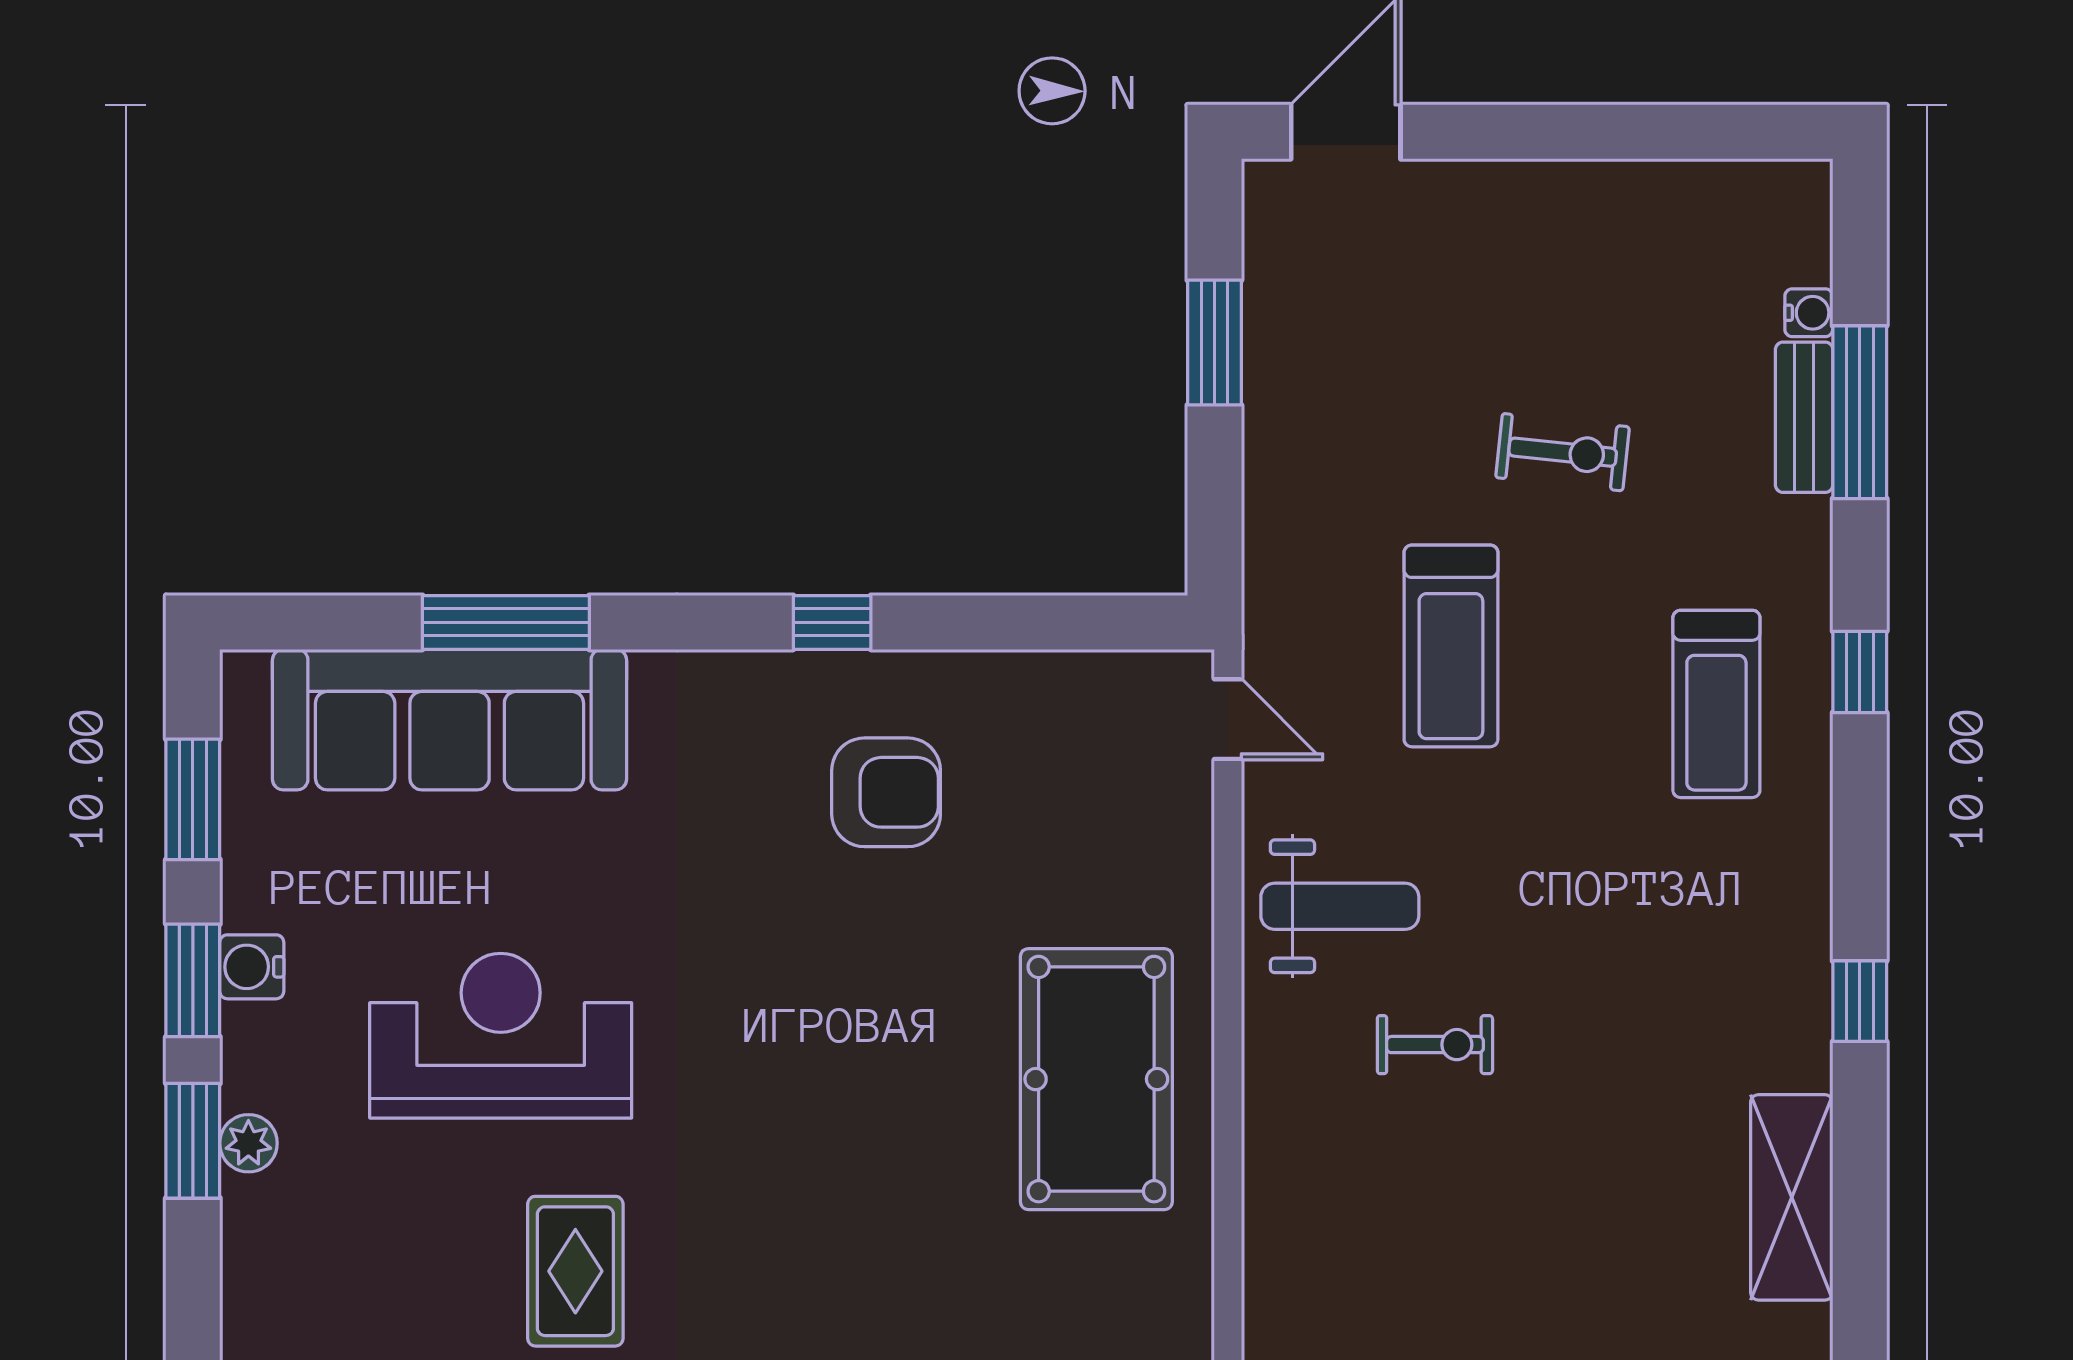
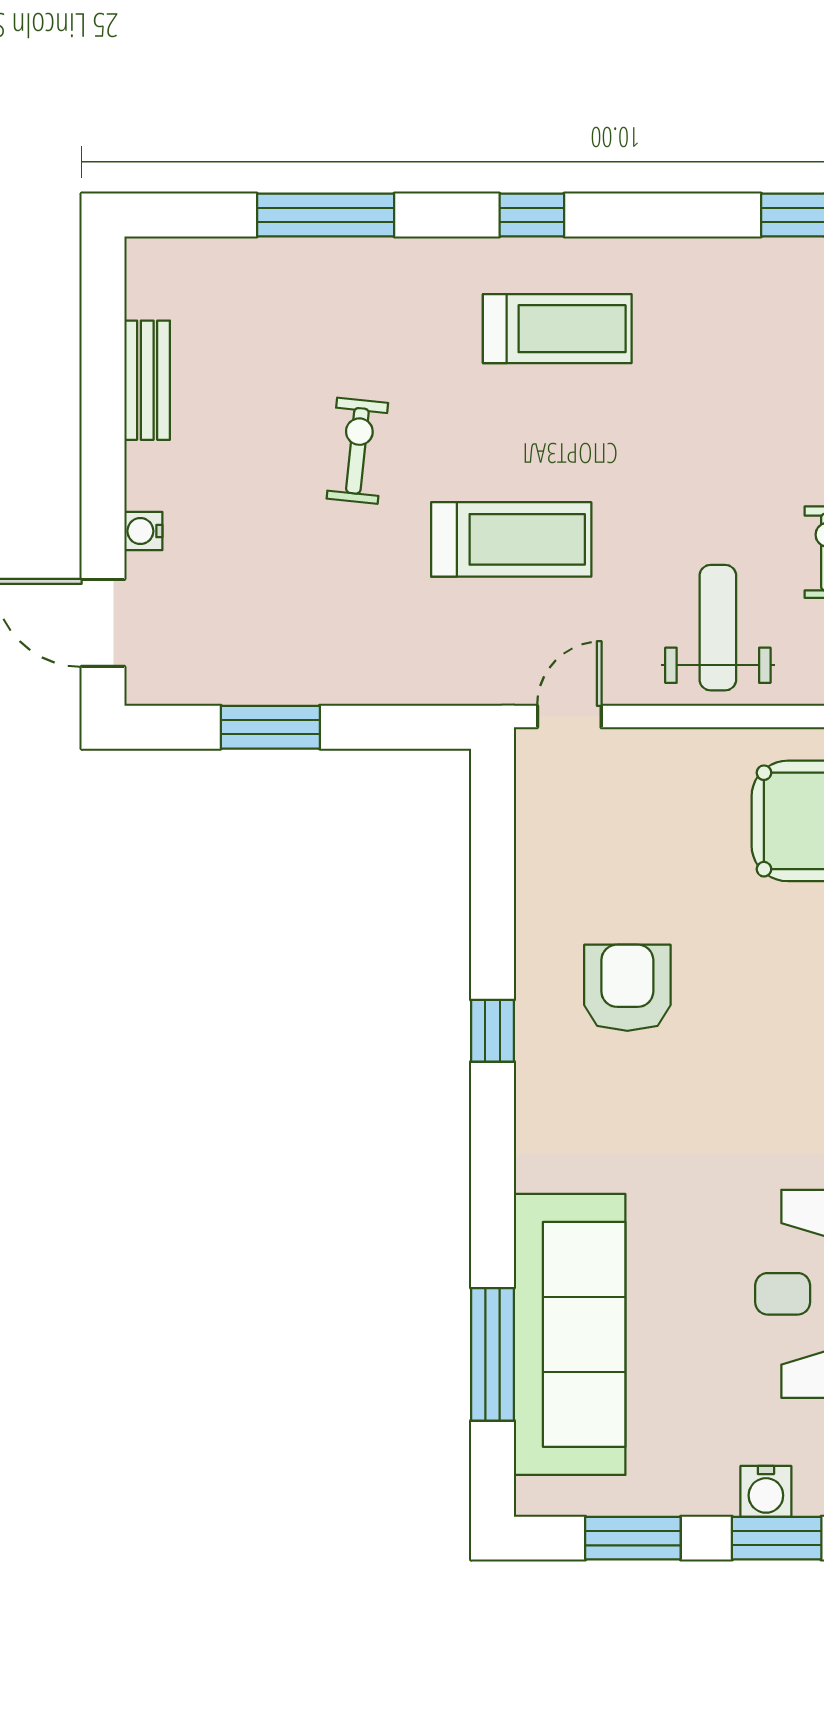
water cooler: (1809, 313) -> (143, 531), moved, turned -90
bench: (1804, 417) -> (147, 380), moved, turned 90
window: (506, 622) -> (493, 1354), moved

